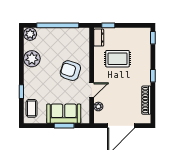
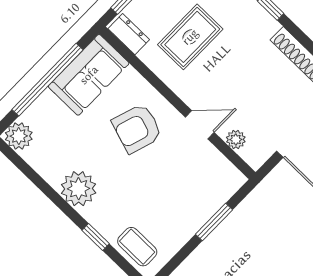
plant: (32, 59) -> (79, 189), moved
door: (92, 90) -> (200, 125), hinge flipped
sofa: (64, 114) -> (89, 75), moved, turned 180

